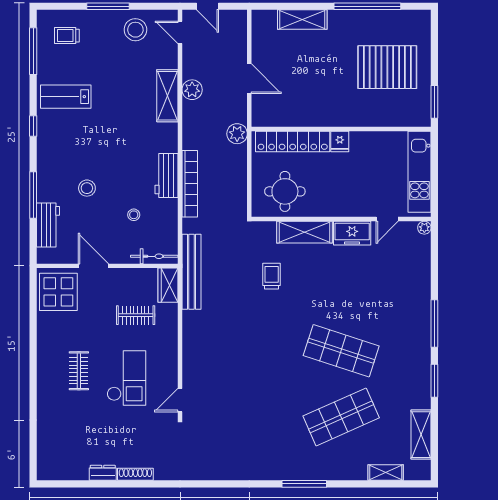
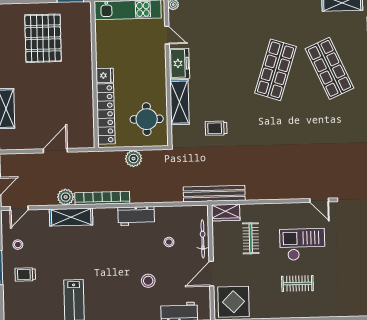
stool: (135, 30) -> (18, 245), width x0.53, depth x0.53
trolley: (67, 36) -> (25, 274), moved, turned 90
plant: (237, 134) -> (134, 159), moved
bookcase: (190, 184) -> (102, 198), moved
bicycle: (154, 256) -> (203, 239), moved

